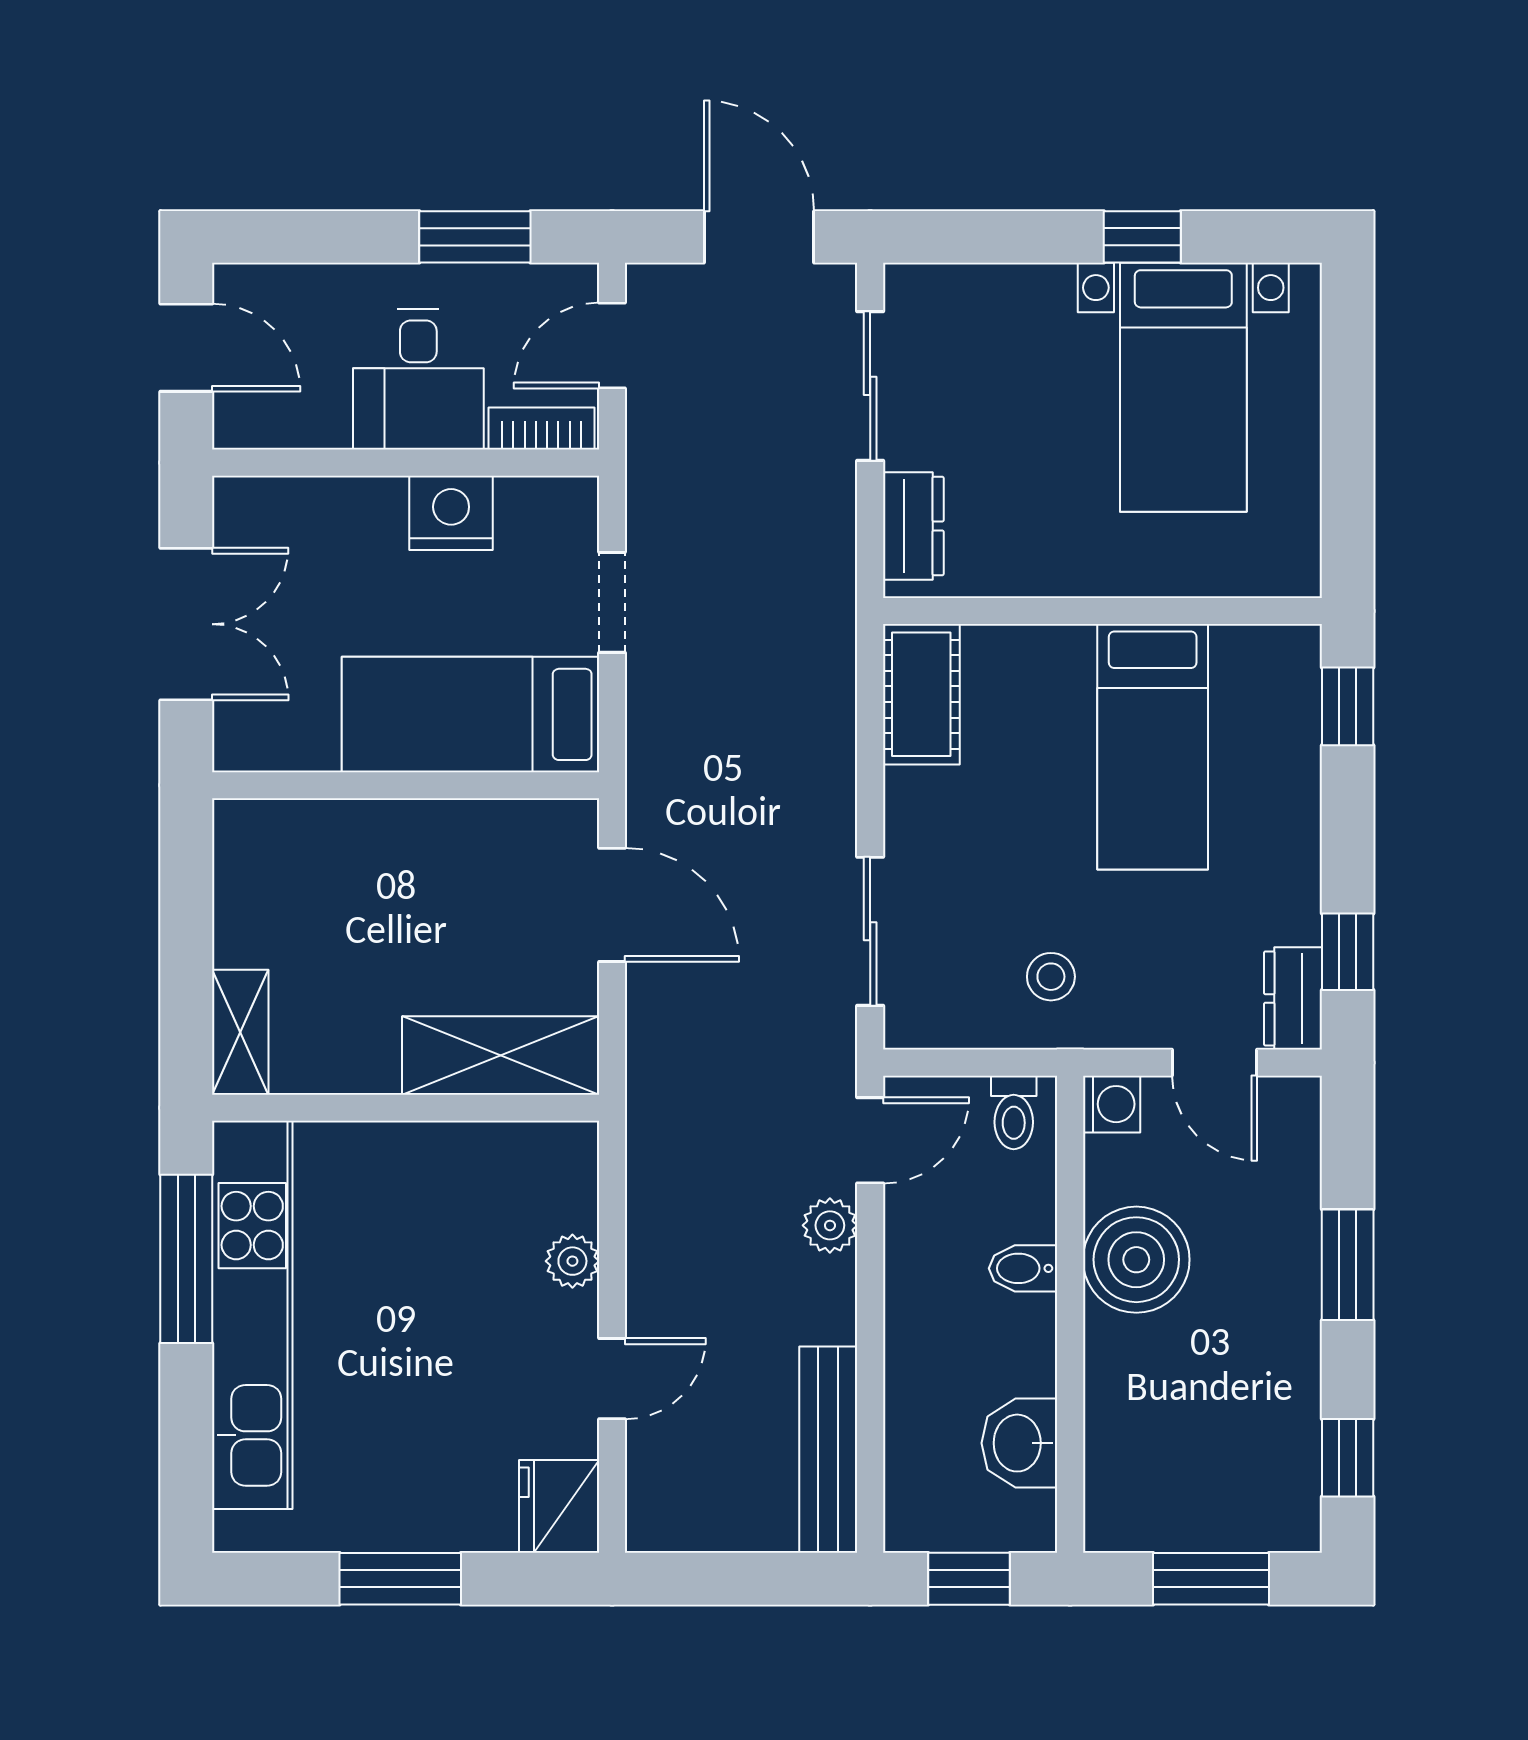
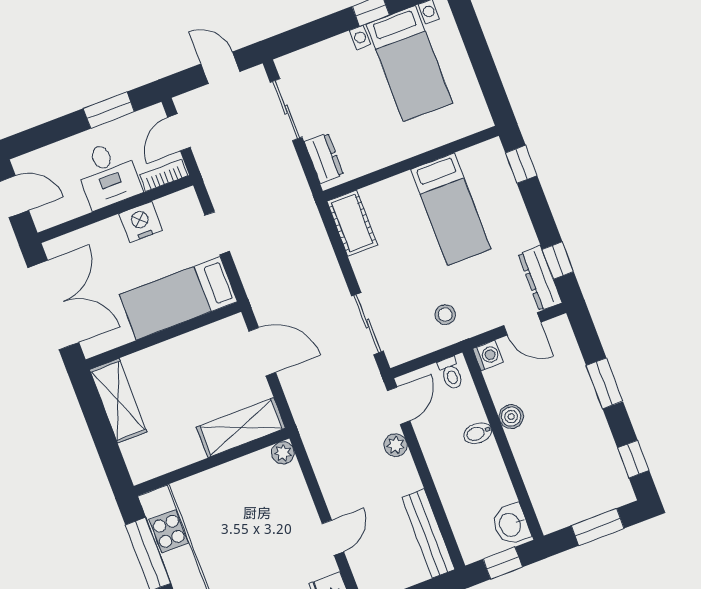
door: (759, 237) -> (220, 68), width x0.73
double door: (186, 624) -> (53, 305), width x1.37
dresser: (1293, 998) -> (540, 278), width x1.44
shelving: (240, 1032) -> (118, 401), moved, width x1.50, depth x1.33
boiler: (1136, 1260) -> (511, 417), width x0.54, depth x0.54
plant: (572, 1261) -> (283, 453), moved
washbasin: (1019, 1443) -> (511, 524), moved

